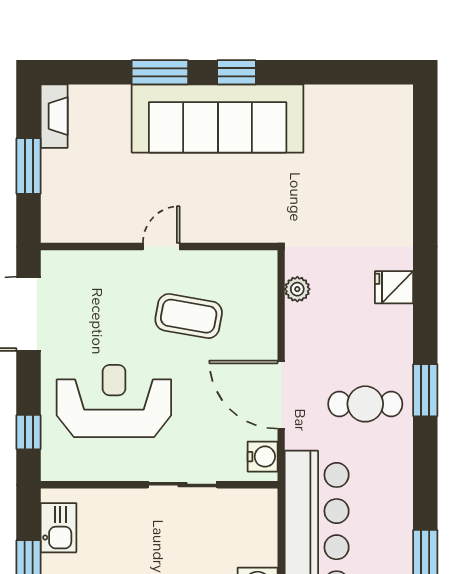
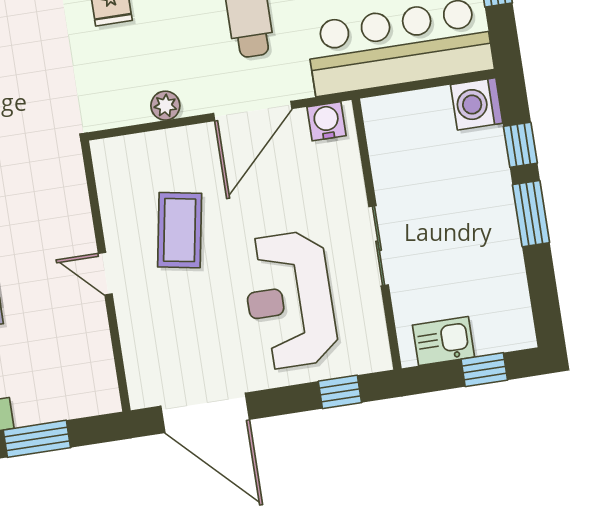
plant: (297, 289) -> (165, 106), moved
sliding door: (183, 485) -> (379, 246), moved

